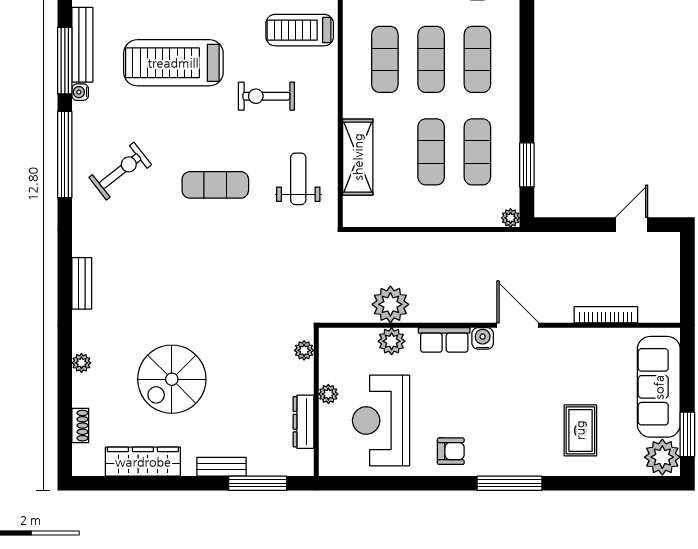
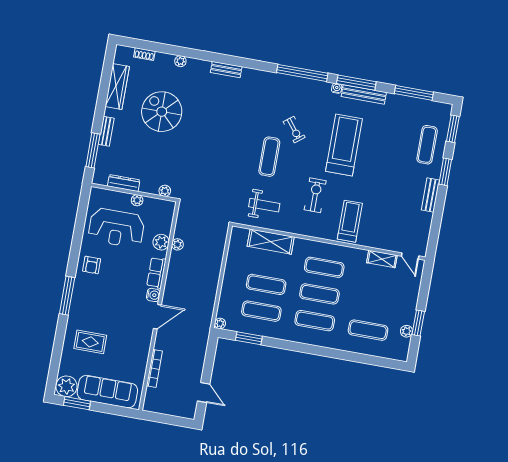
exercise bike: (120, 171) -> (294, 130), moved, width x0.73, depth x0.72
plant: (390, 304) -> (177, 244), width x0.53, depth x0.53
reception desk: (381, 421) -> (116, 228), turned 180

